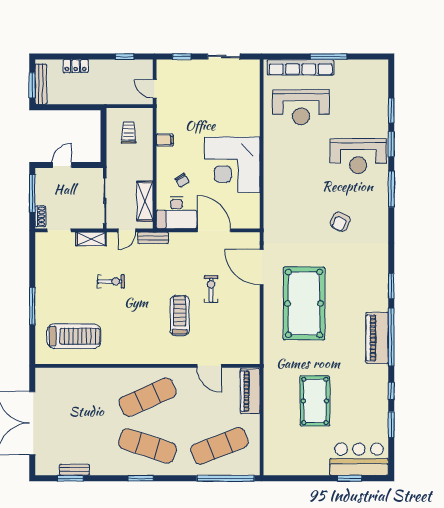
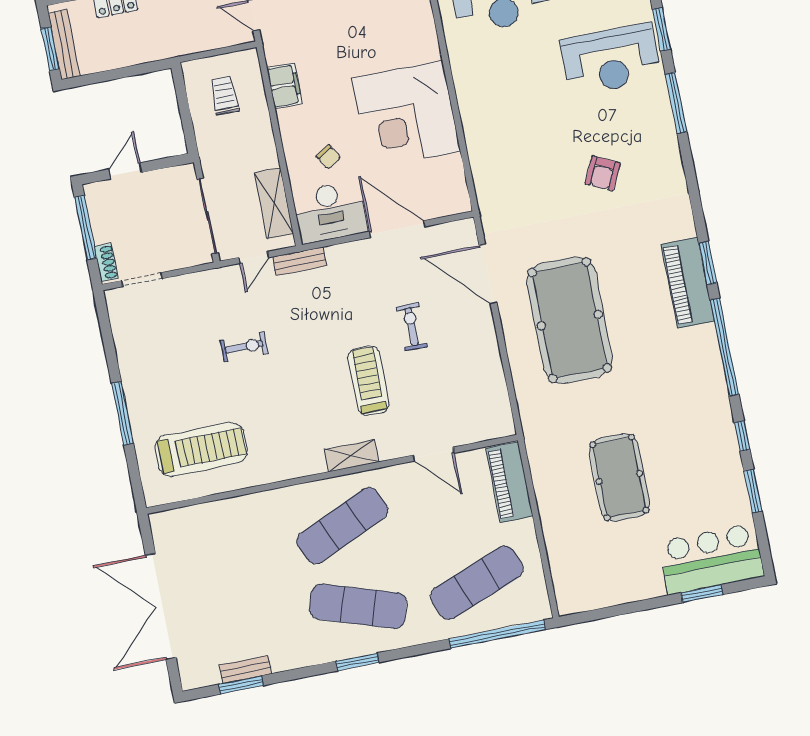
filing cabinet: (165, 140) -> (285, 86), width x2.00
shelving: (91, 239) -> (351, 456), moved
piano: (377, 338) -> (688, 283), moved

